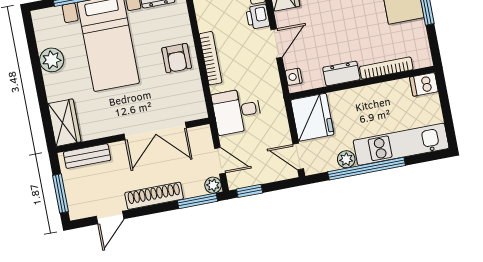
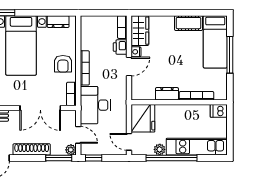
nightstand: (294, 77) -> (136, 52), moved
bookcase: (198, 101) -> (71, 94), added
desk: (237, 111) -> (95, 105), width x1.37

